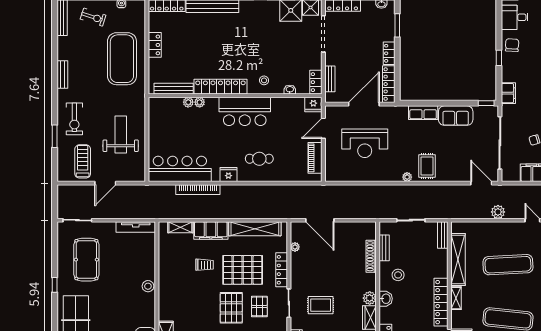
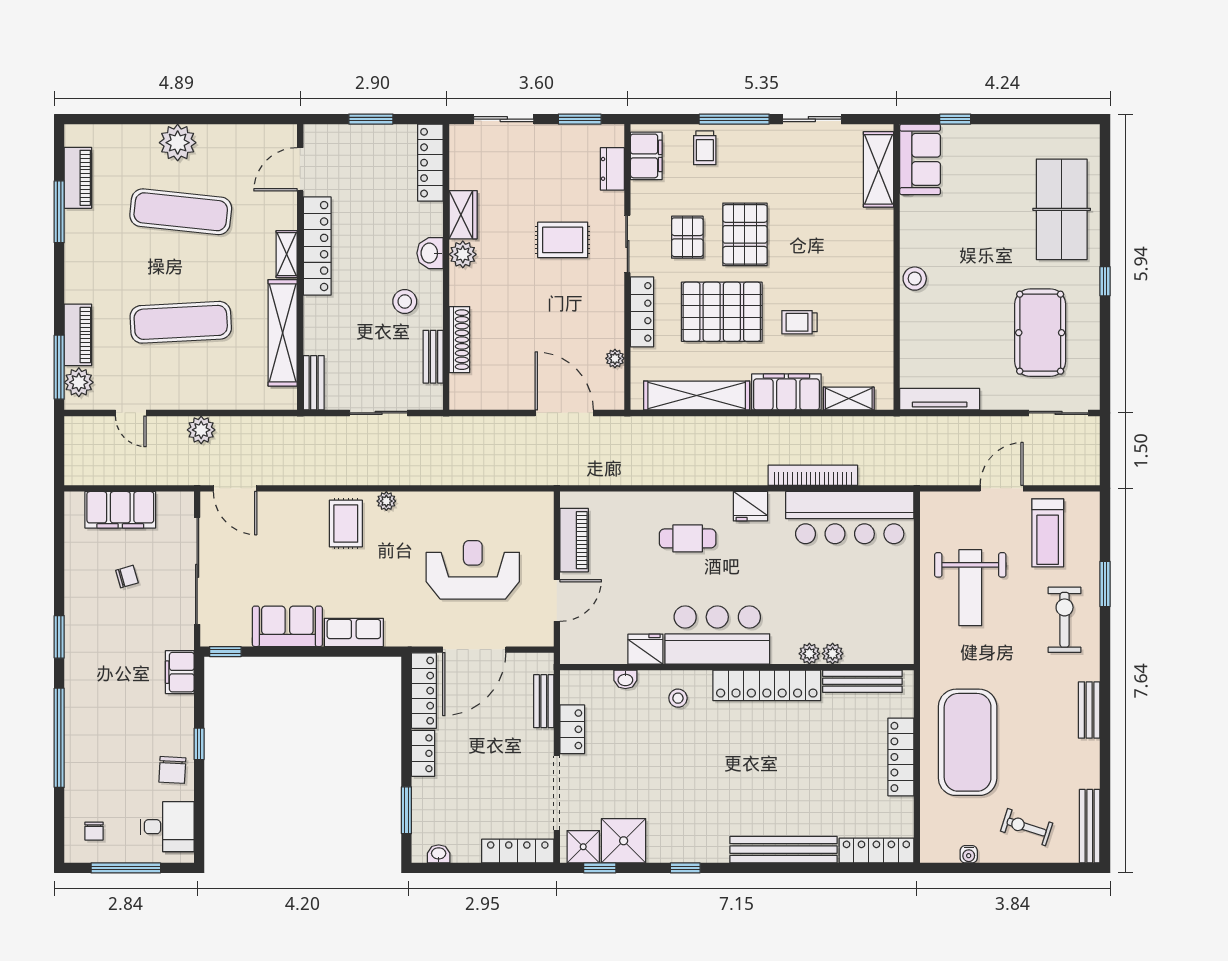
locker: (155, 45) -> (901, 757), width x1.53
locker: (316, 82) -> (572, 729), moved
fridge: (313, 104) -> (645, 649), moved

